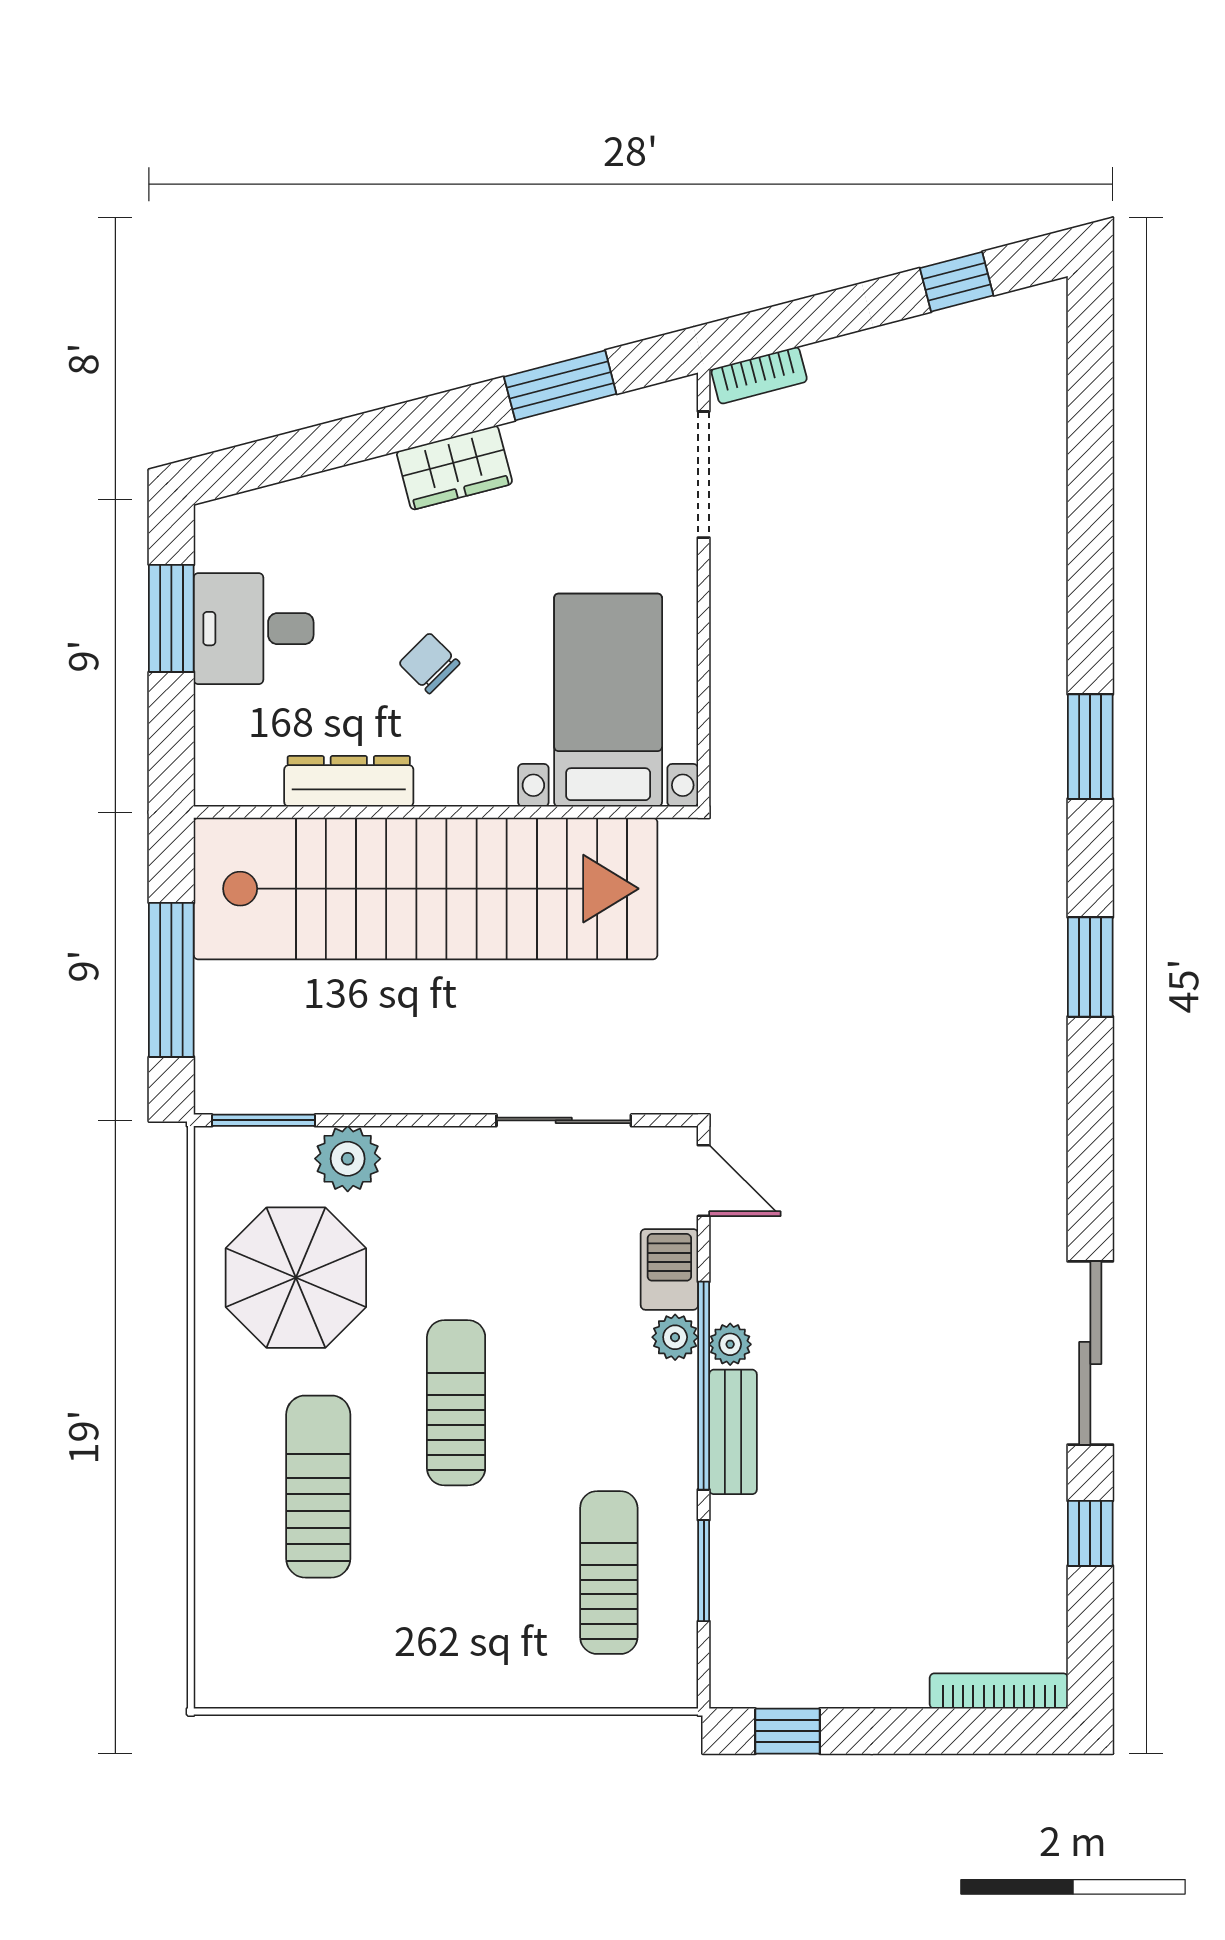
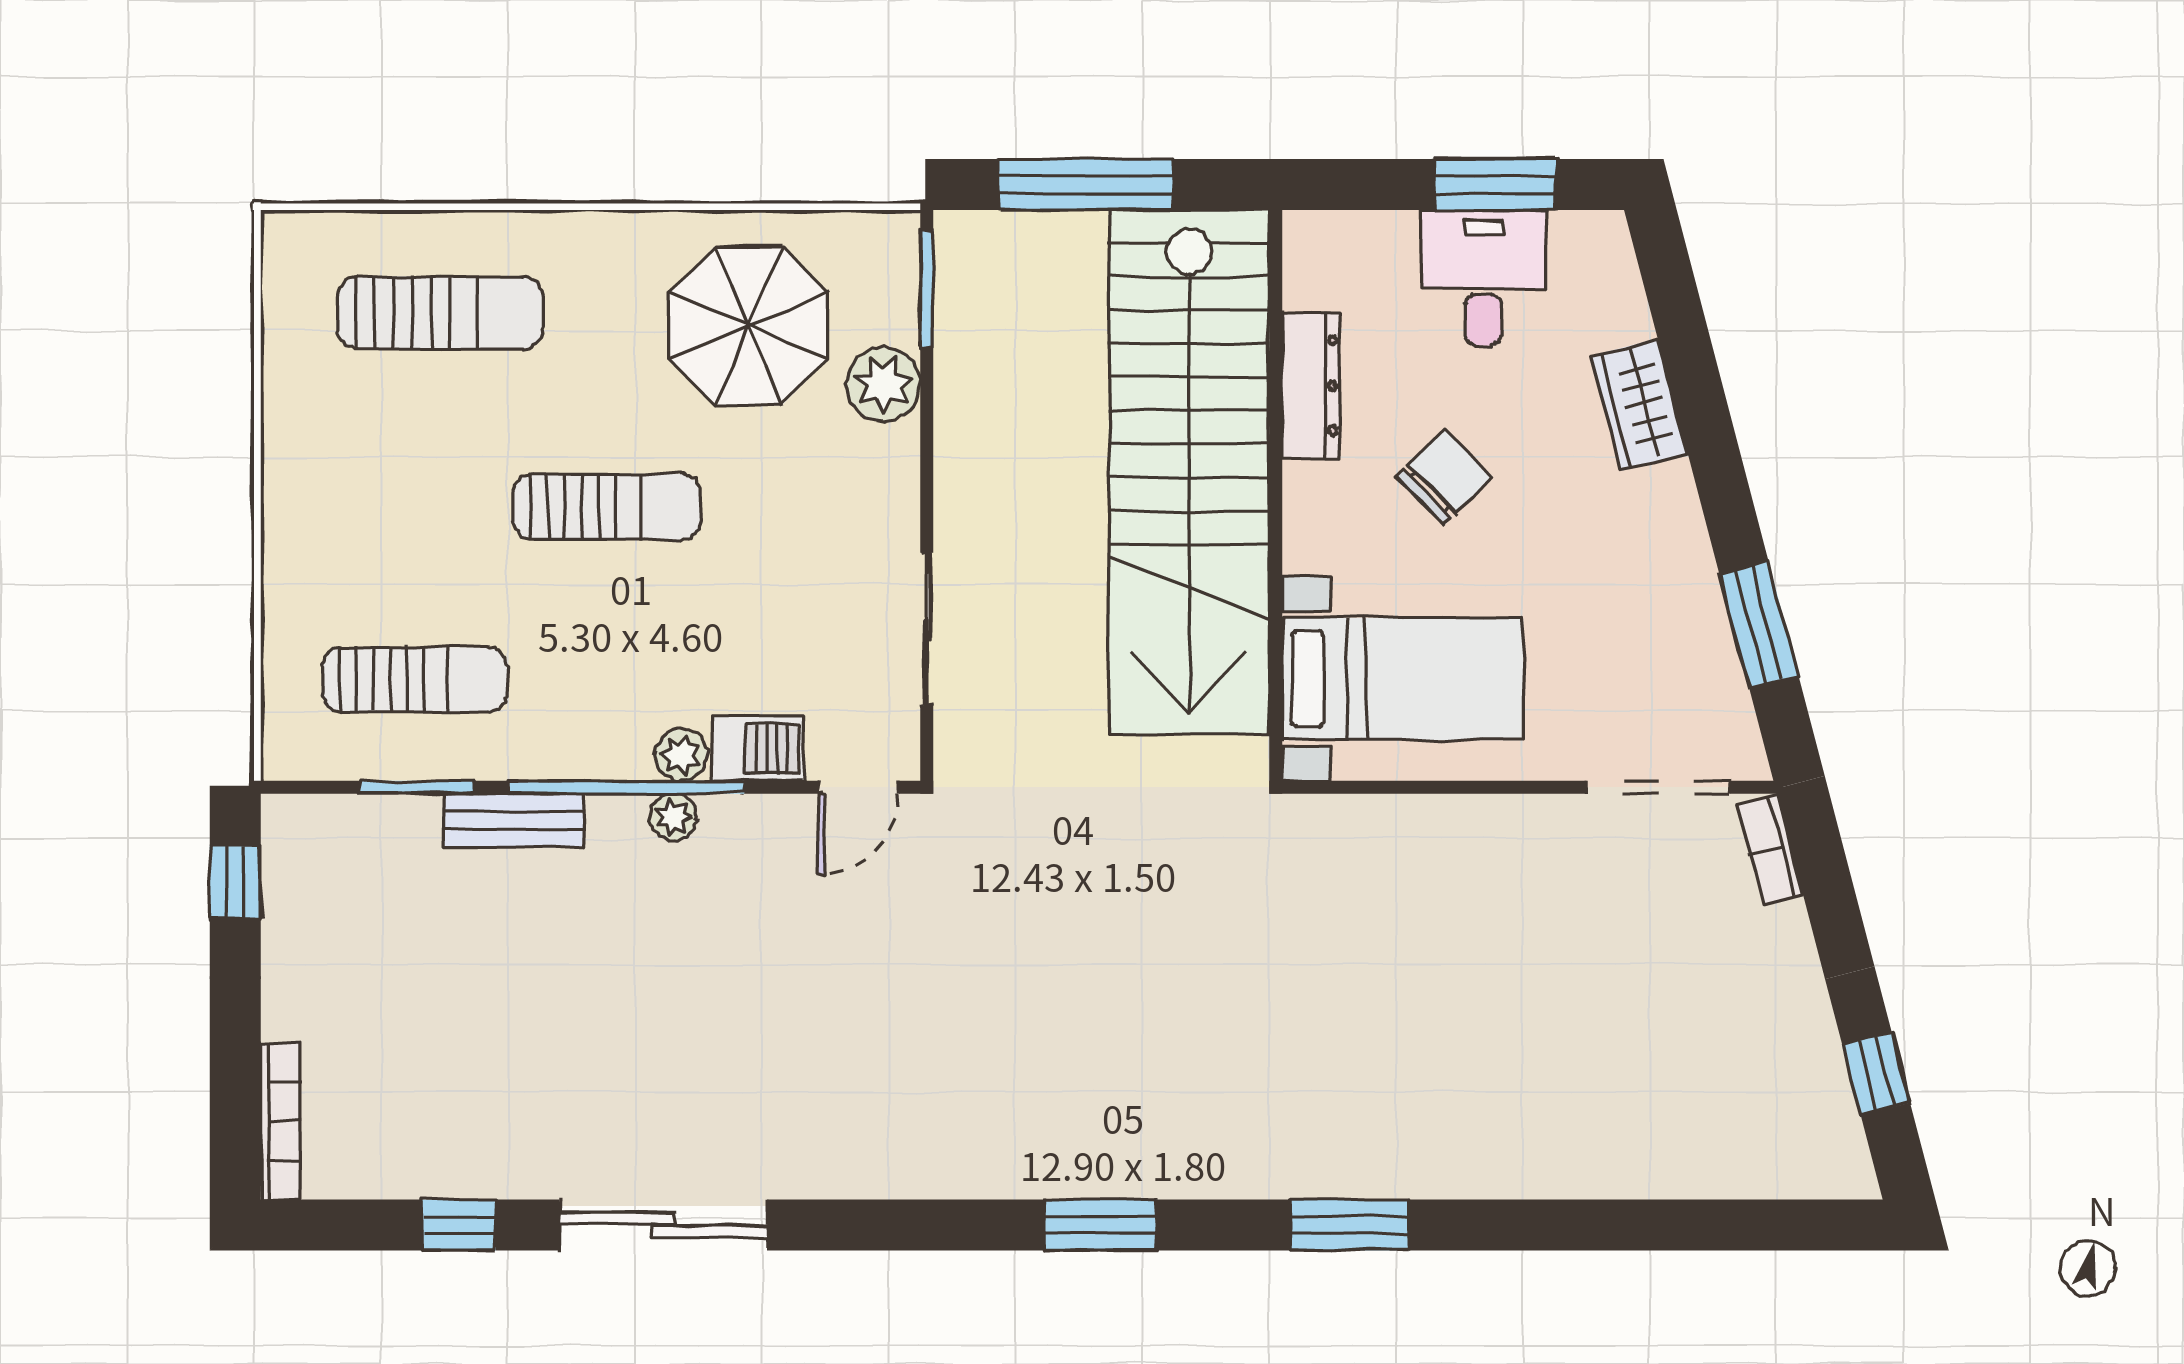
wardrobe: (454, 468) -> (1640, 405), moved
chair: (429, 663) -> (1444, 477), width x1.37, depth x1.37
bench: (733, 1432) -> (514, 820), moved
sun lounger: (318, 1487) -> (440, 313), moved

